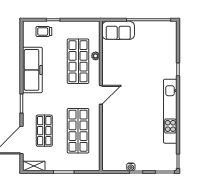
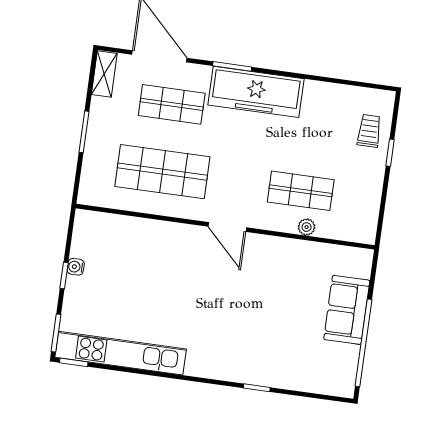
sofa: (118, 30) -> (347, 310), moved
shop shelf: (78, 61) -> (301, 191), width x0.70, depth x0.74
freezer: (32, 70) -> (256, 92), moved
kitchen unit: (170, 111) -> (121, 353), moved

